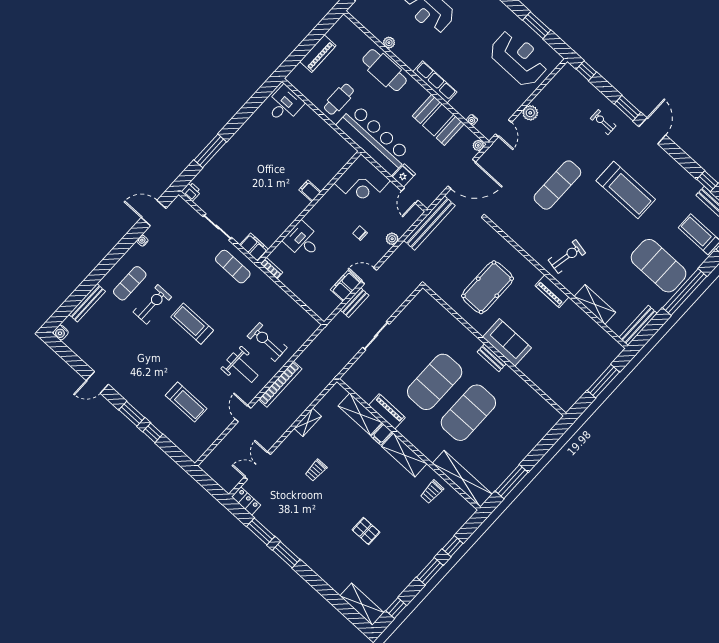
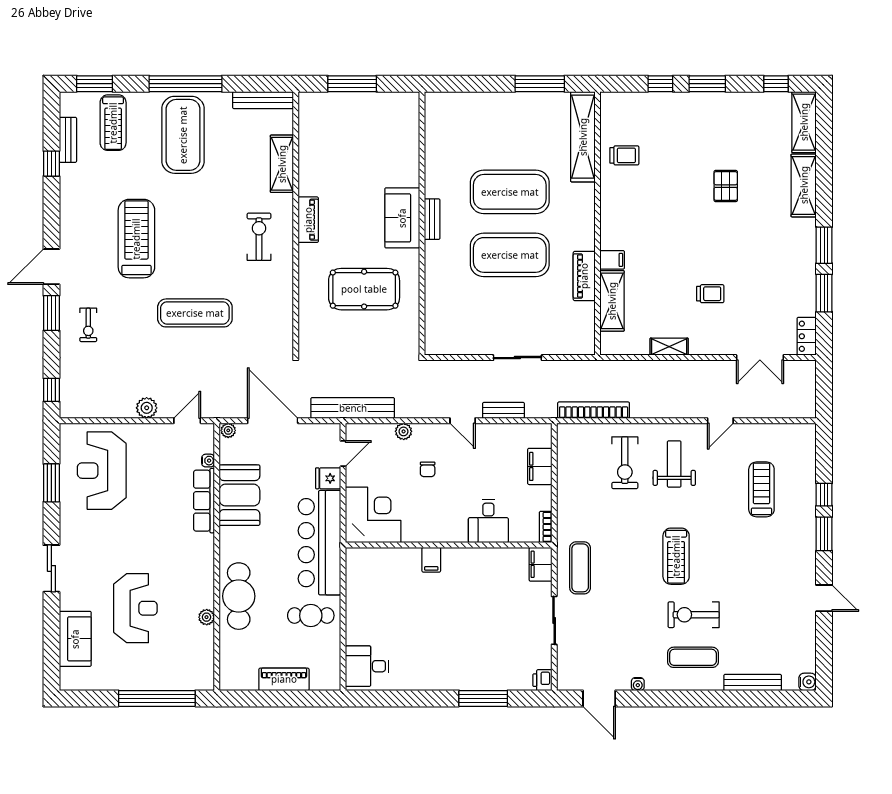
row of seats: (435, 82) -> (204, 501), moved
exercise bike: (567, 257) -> (259, 237), turned 79
filing cabinet: (345, 286) -> (540, 466), moved, turned 90
bookcase: (280, 384) -> (594, 410), moved
shelving: (404, 455) -> (804, 185), moved

